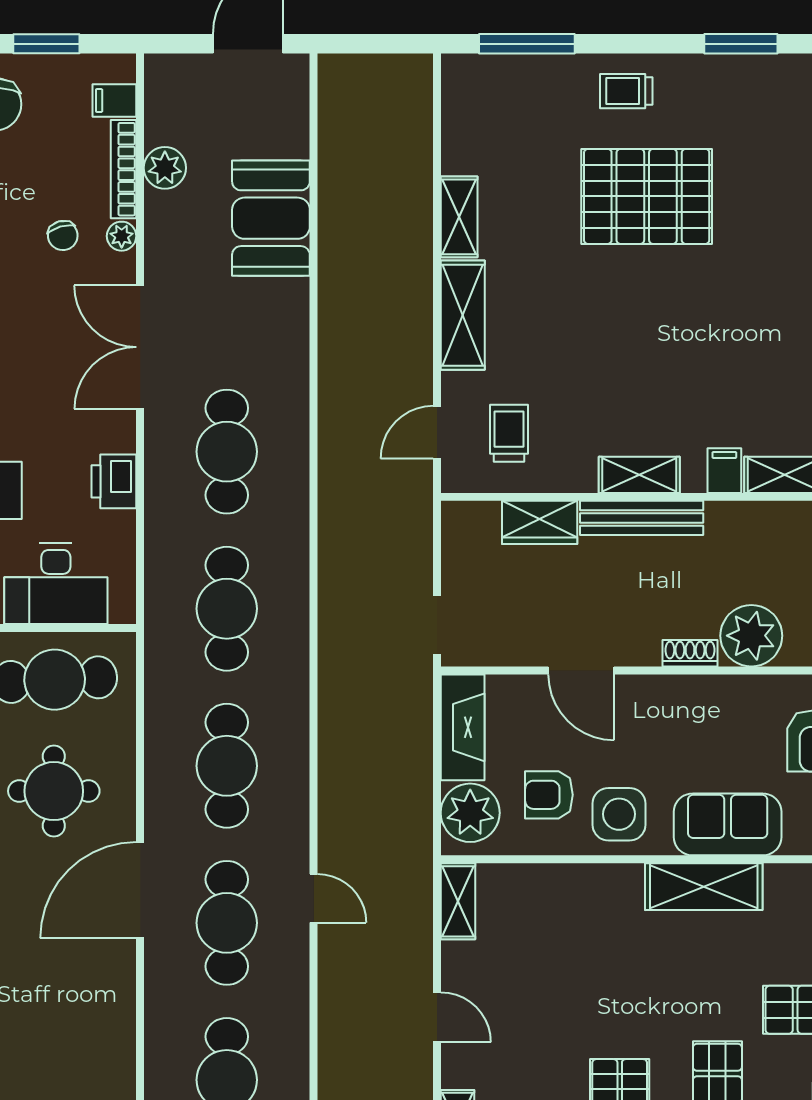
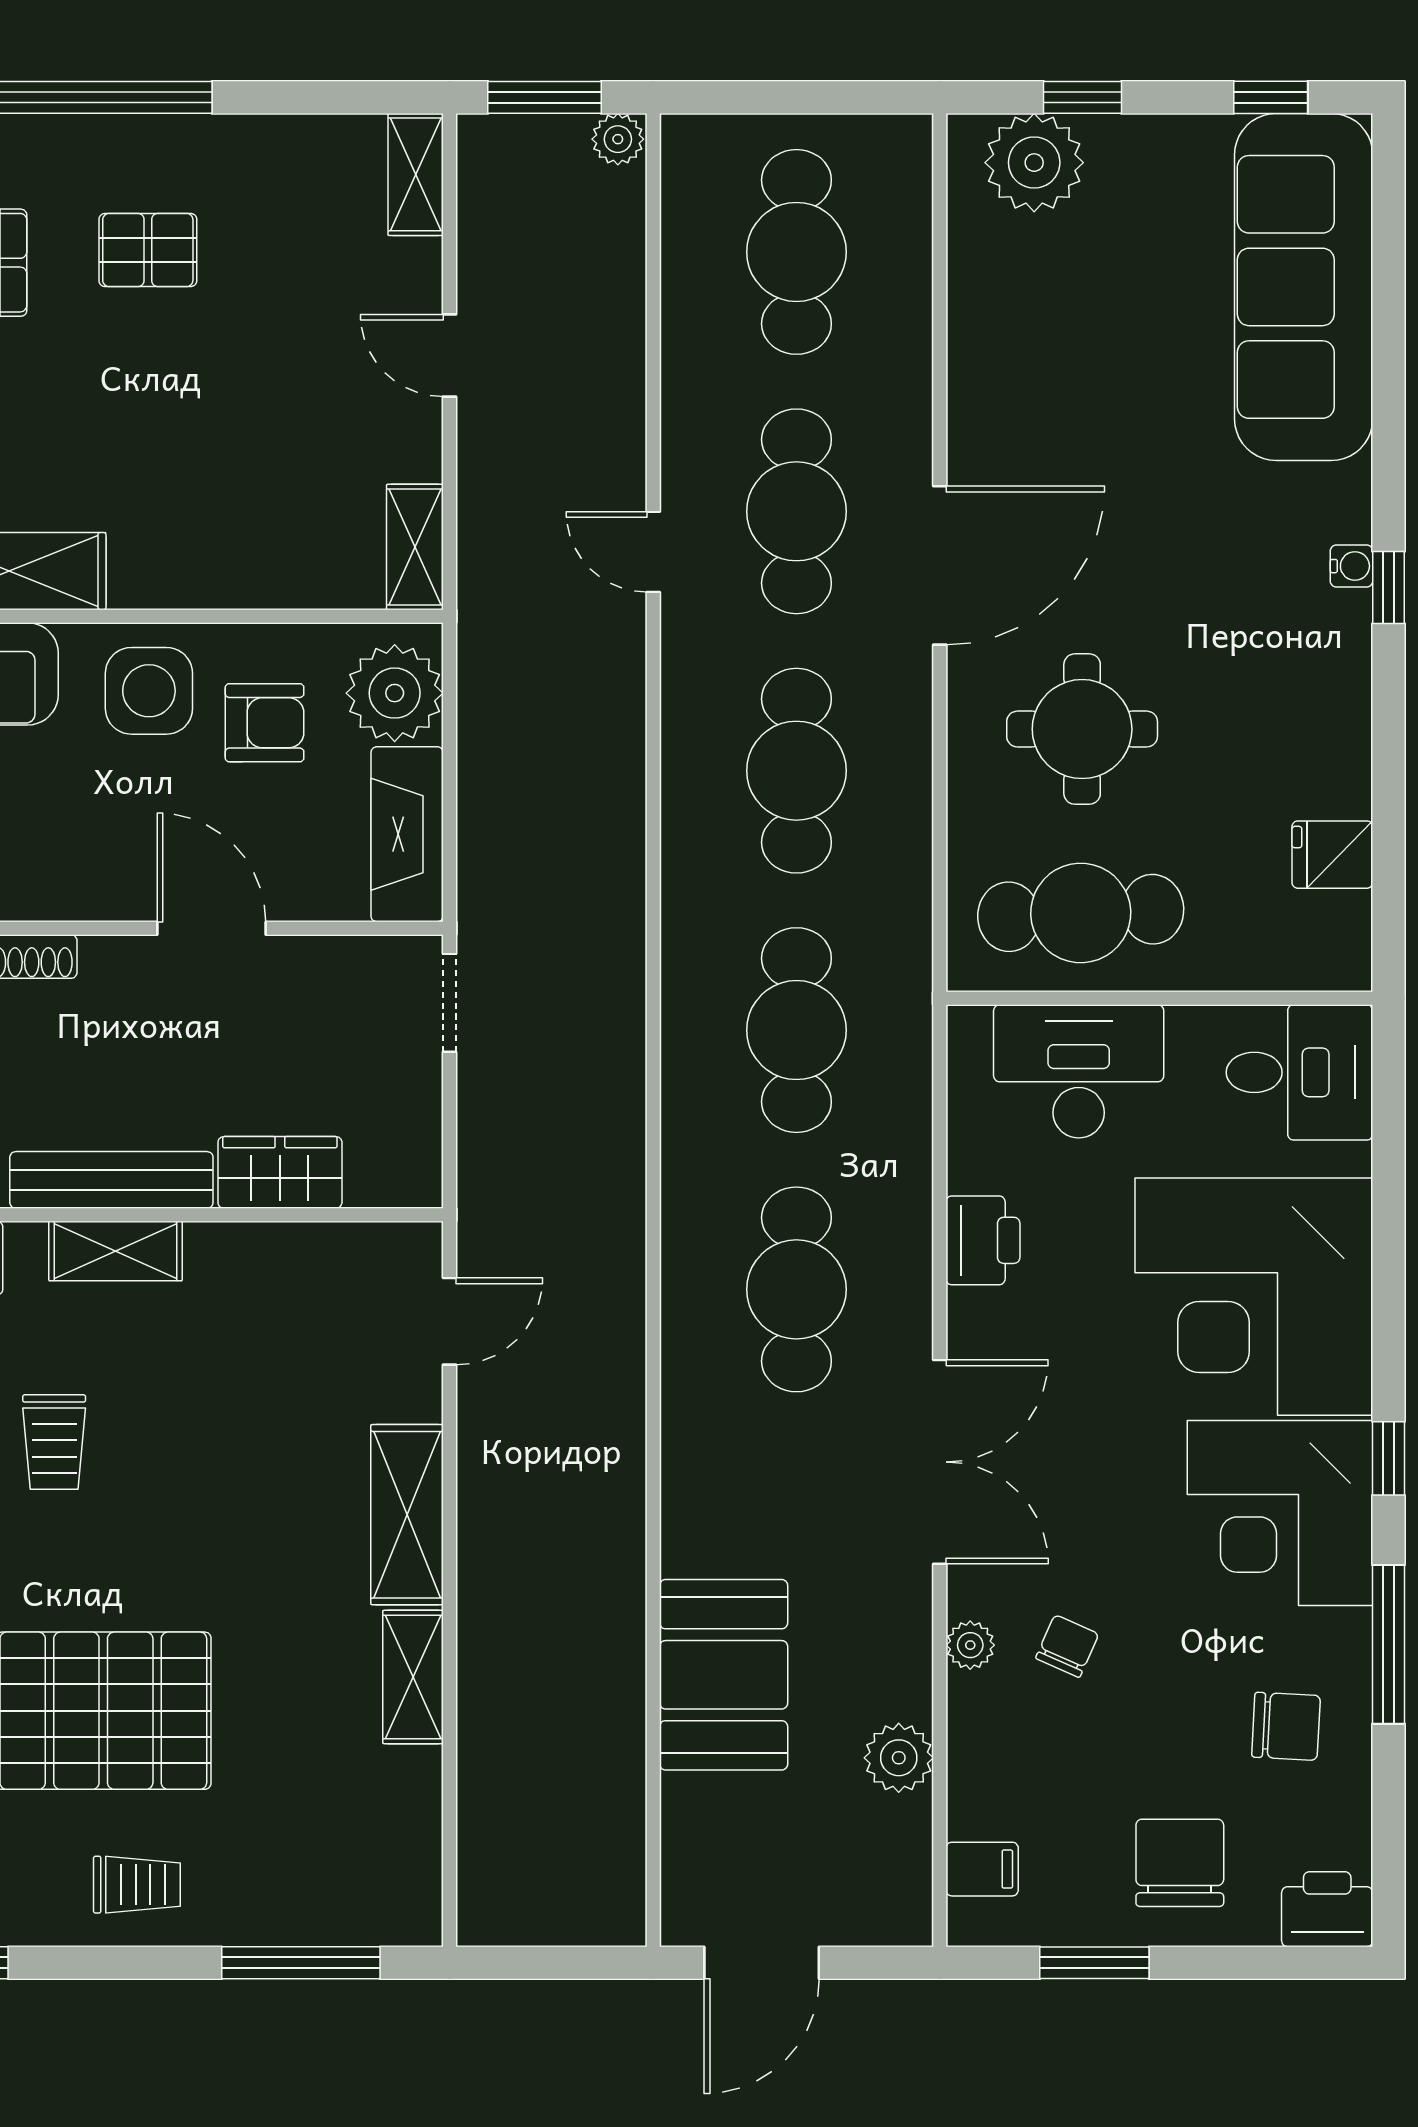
bookcase: (124, 169) -> (967, 1756), removed
chair: (63, 236) -> (1067, 1646), turned 40
trolley: (509, 433) -> (54, 1442), moved

